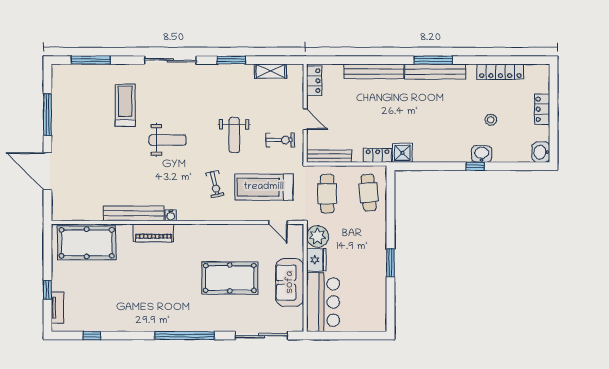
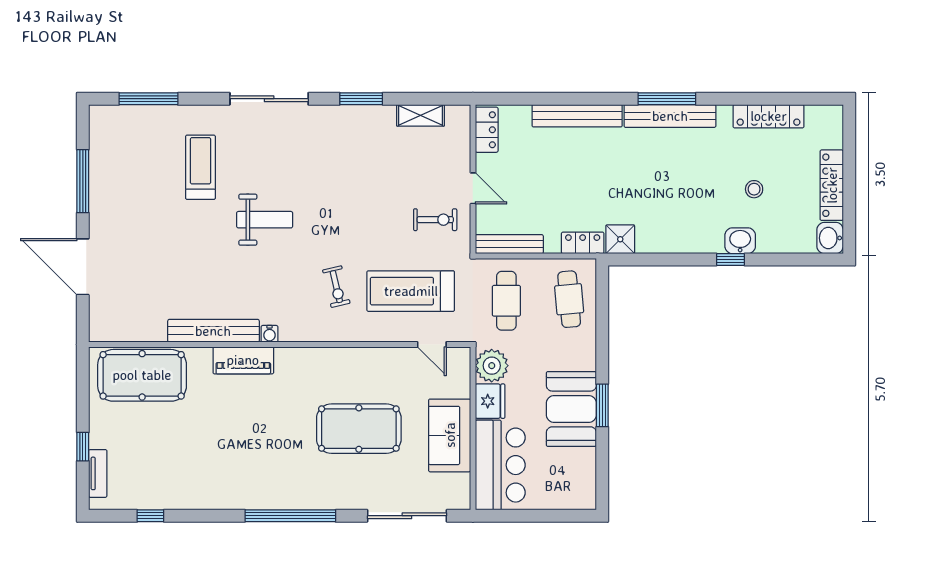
locker: (542, 109) -> (832, 185), width x1.53
weight bench: (234, 135) -> (366, 212), removed
booth: (370, 265) -> (571, 409), added

